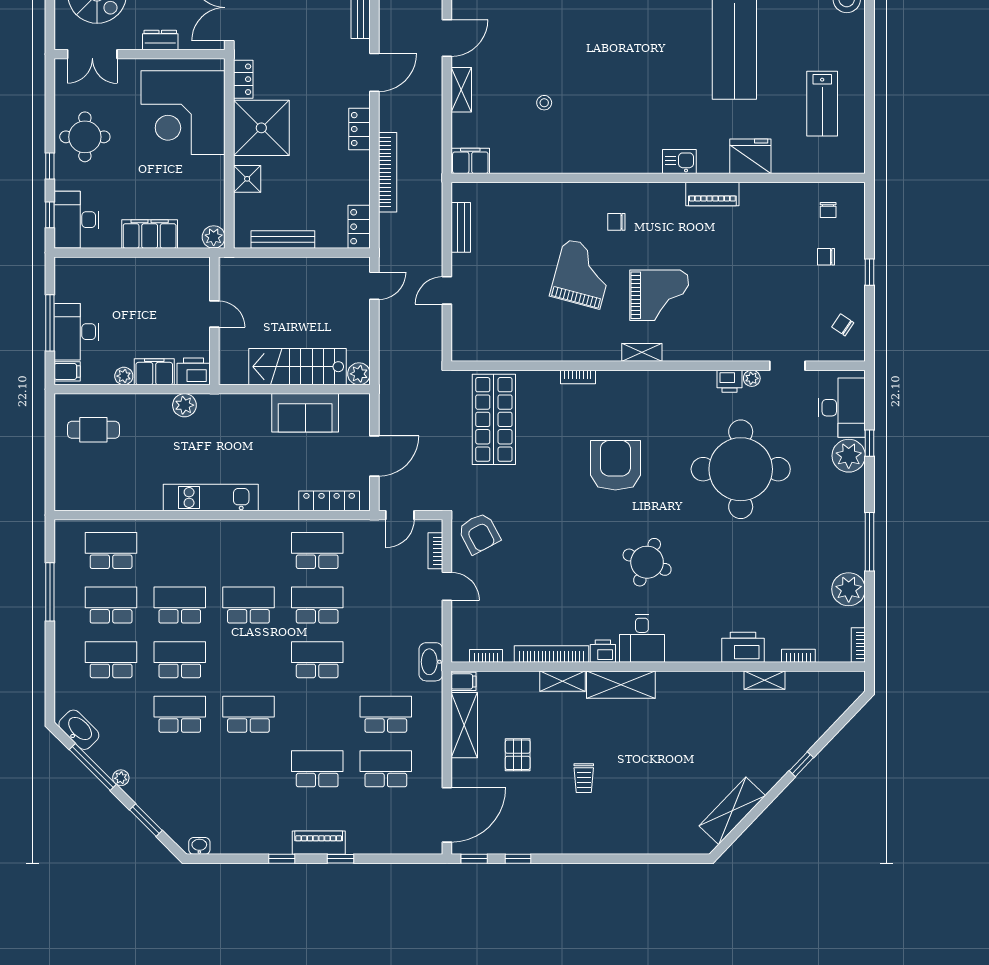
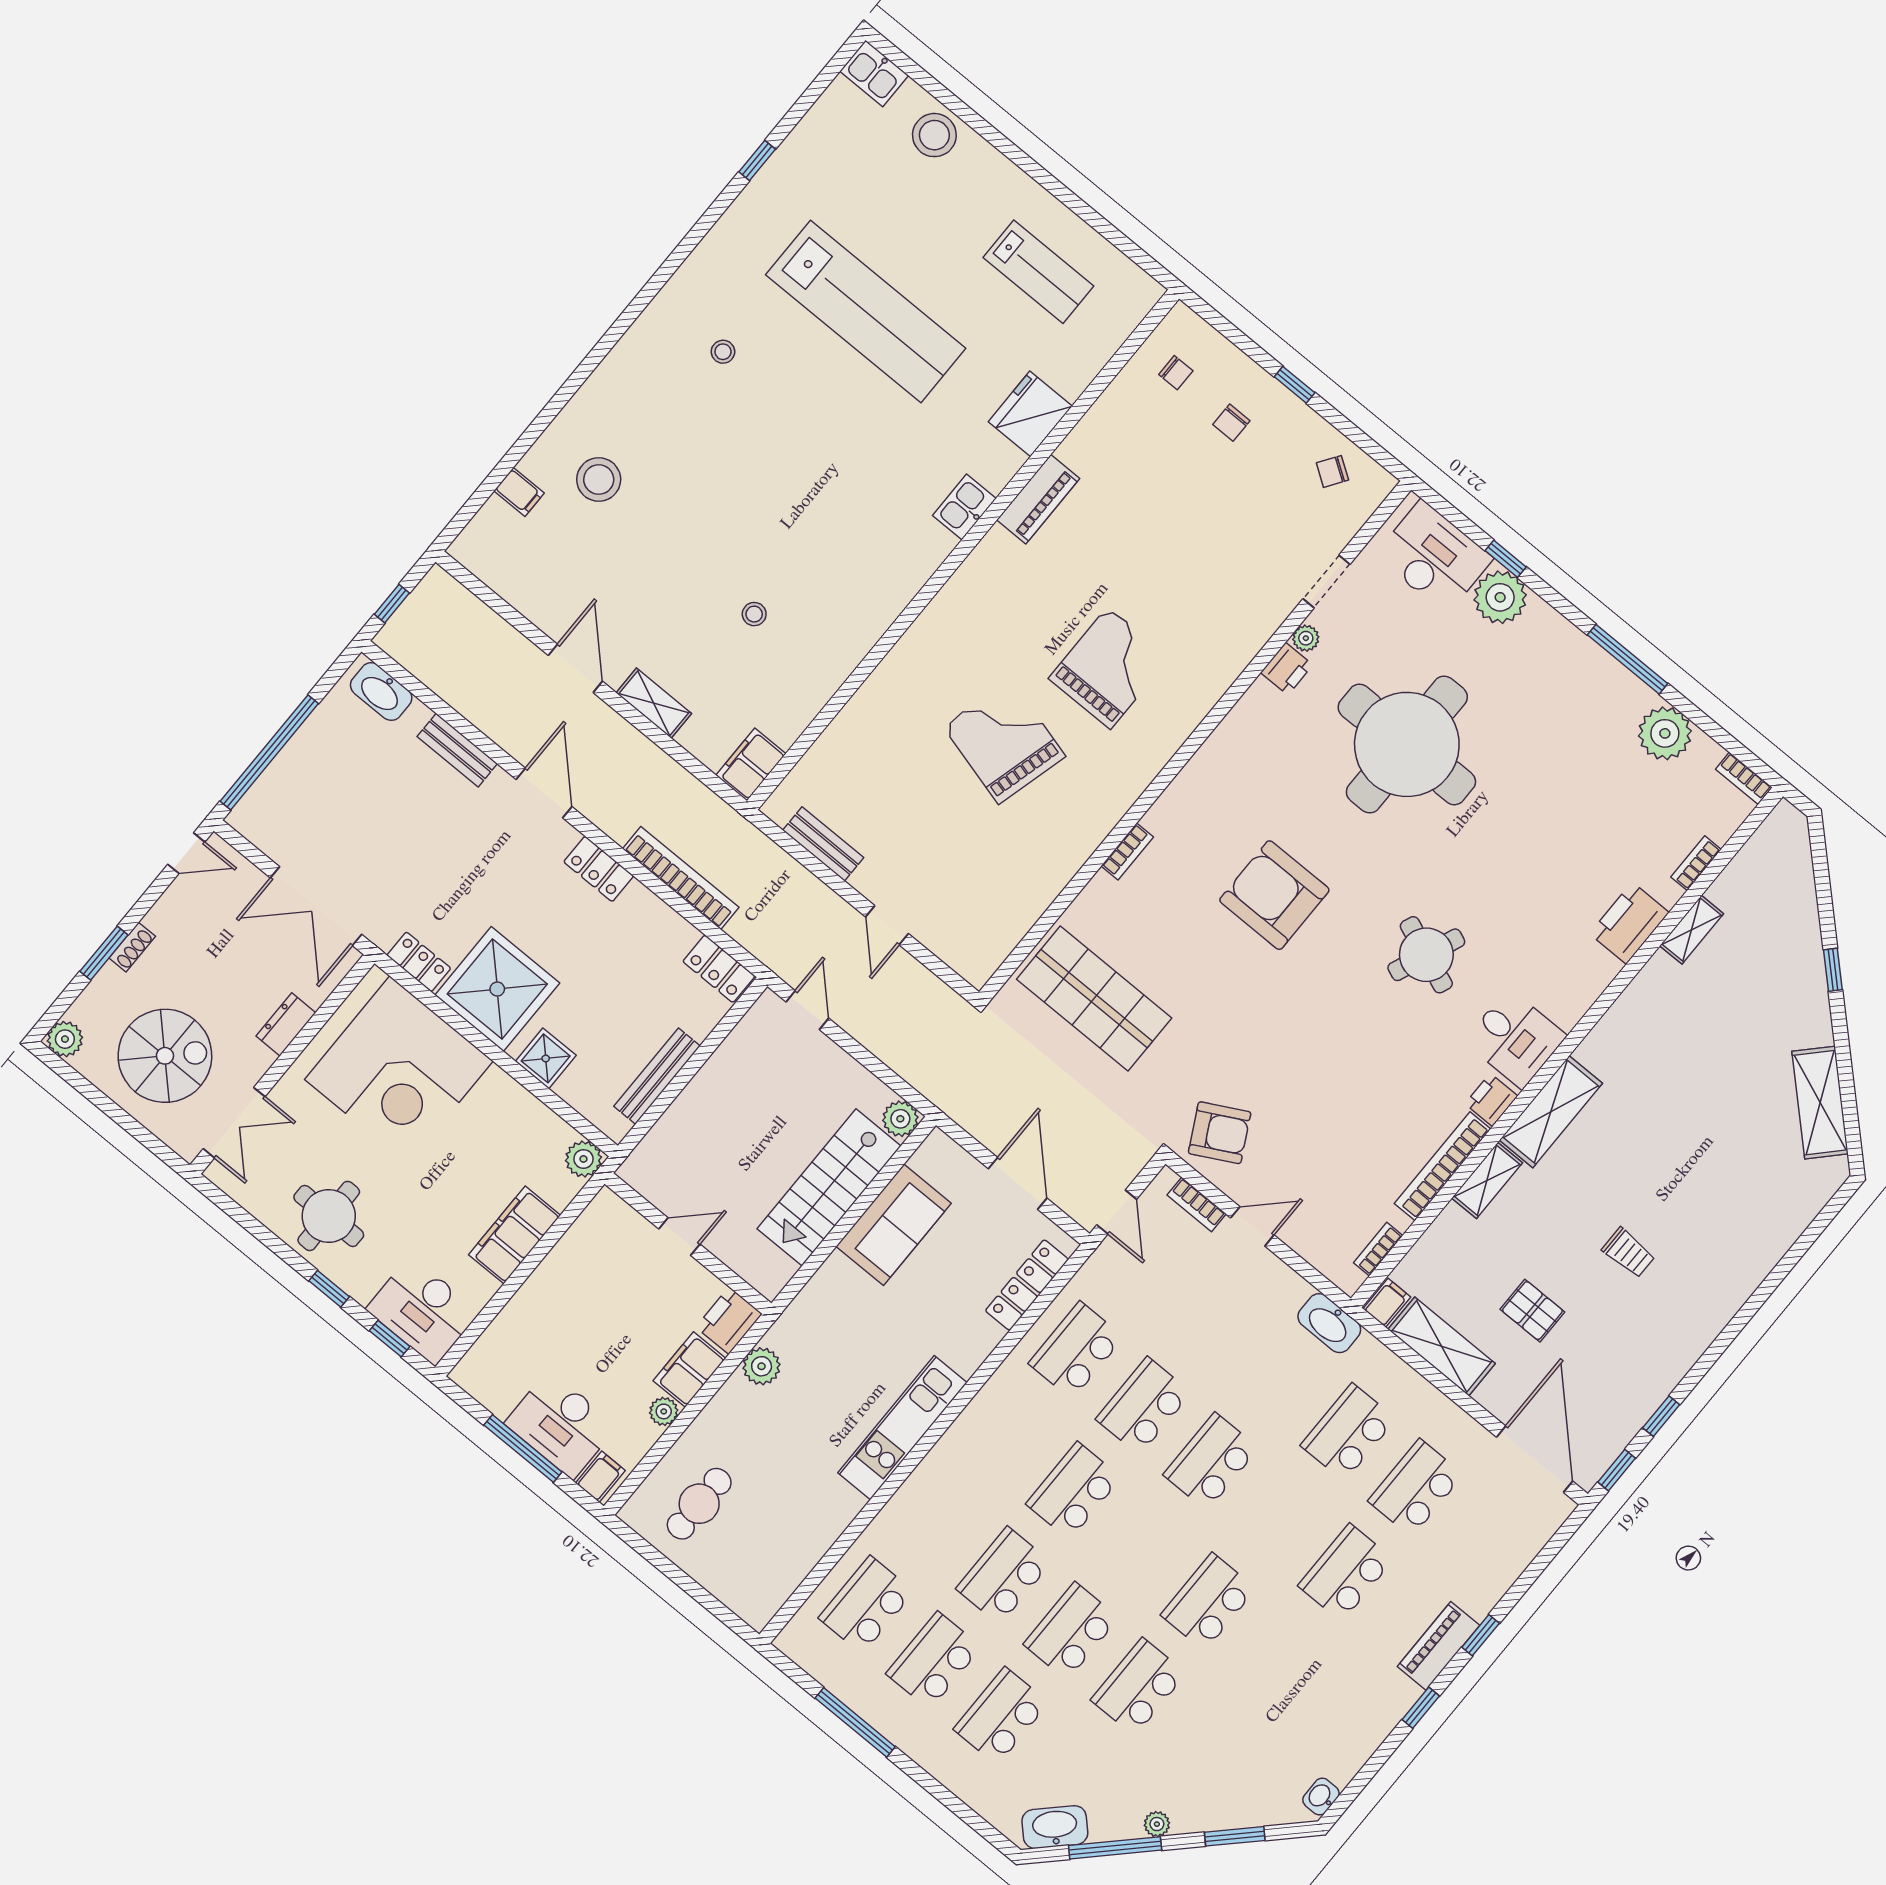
chair: (616, 222) -> (975, 646), removed
shelving: (642, 352) -> (1162, 748), removed

